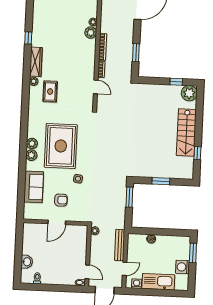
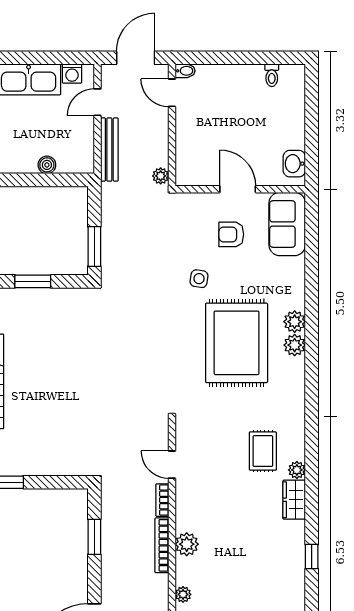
plant: (91, 33) -> (187, 544), moved
wardrobe: (36, 62) -> (294, 500), width x0.67
sofa: (34, 187) -> (287, 224), moved
door: (57, 222) -> (238, 189), hinge flipped
washbasin: (27, 262) -> (294, 164), moved

